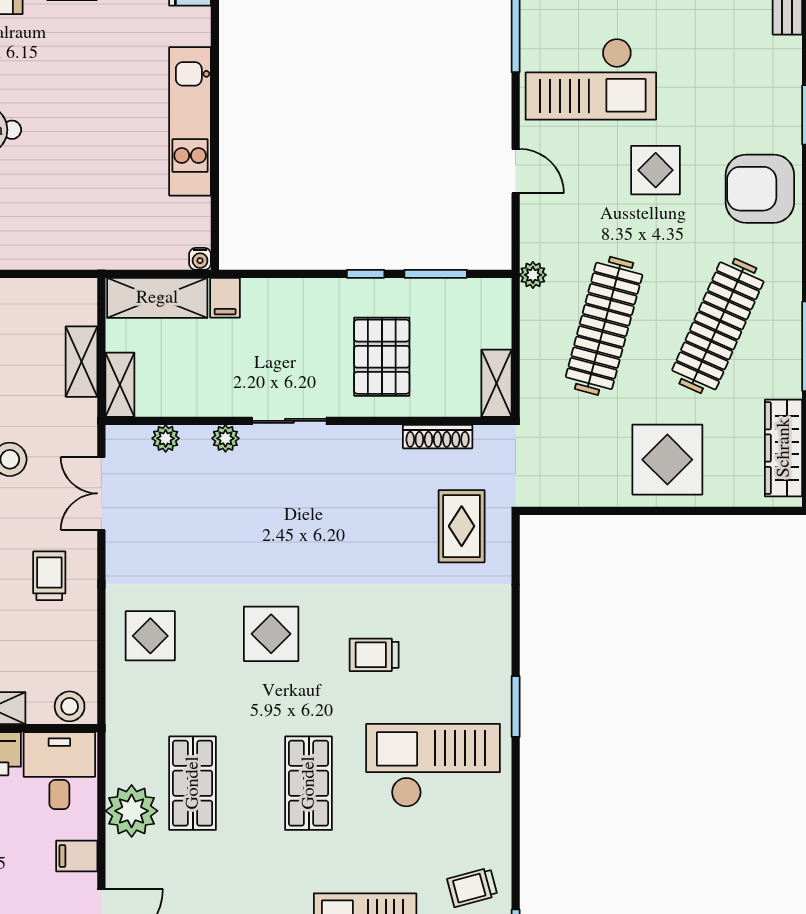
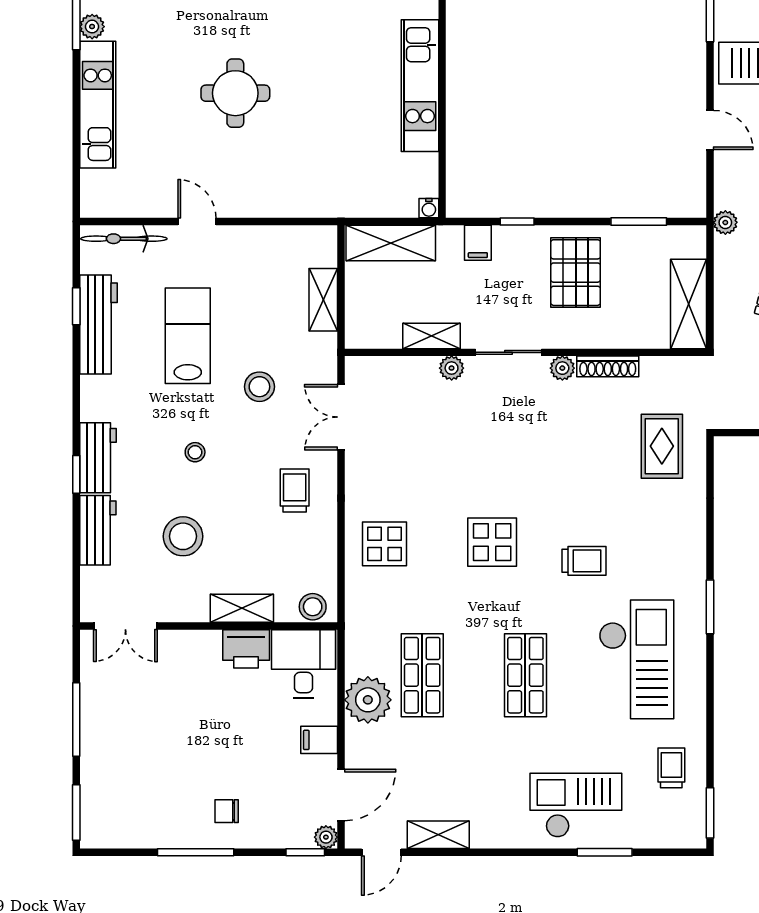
window: (366, 274) -> (517, 221), moved
filing cabinet: (225, 298) -> (478, 243), moved
pallet: (382, 357) -> (576, 273), moved
shelving: (497, 383) -> (688, 304), width x1.50, depth x1.33
shelving: (120, 385) -> (432, 336), moved, turned 90
shoe rack: (438, 437) -> (608, 366), moved
plant: (166, 438) -> (562, 368), moved
trolley: (374, 655) -> (584, 561), turned 180
checkout: (433, 766) -> (636, 659), turned 90
trolley: (472, 887) -> (671, 768), turned 105

